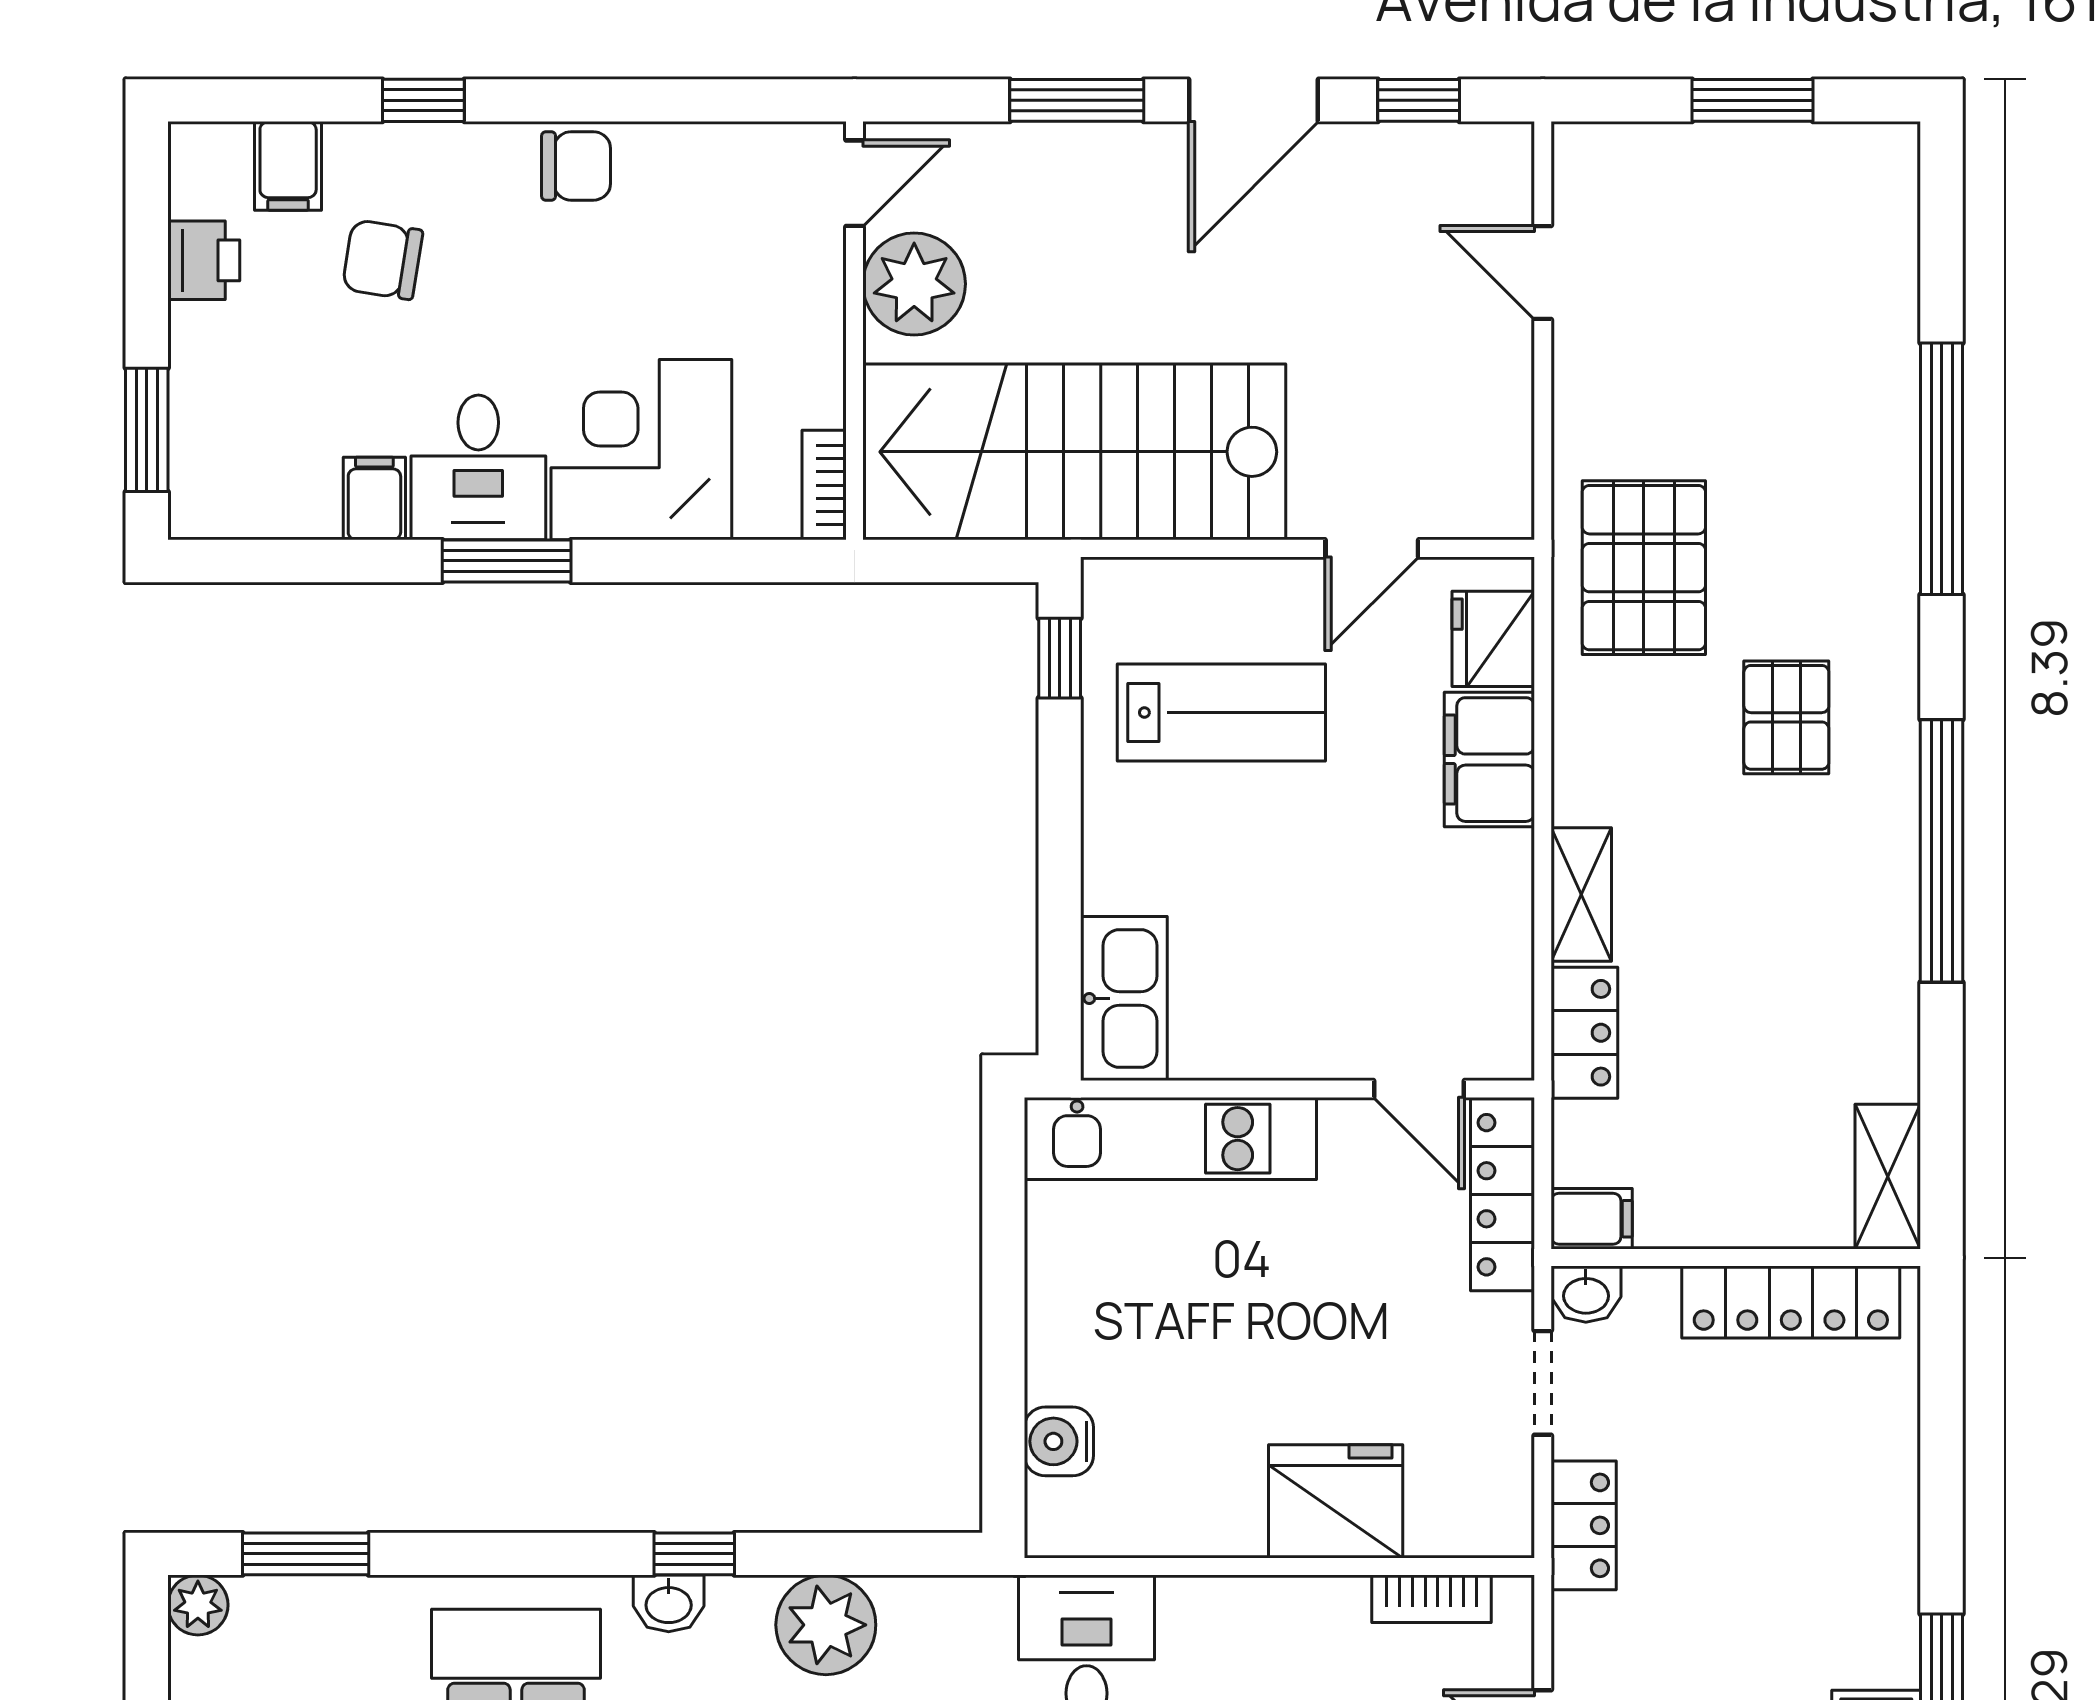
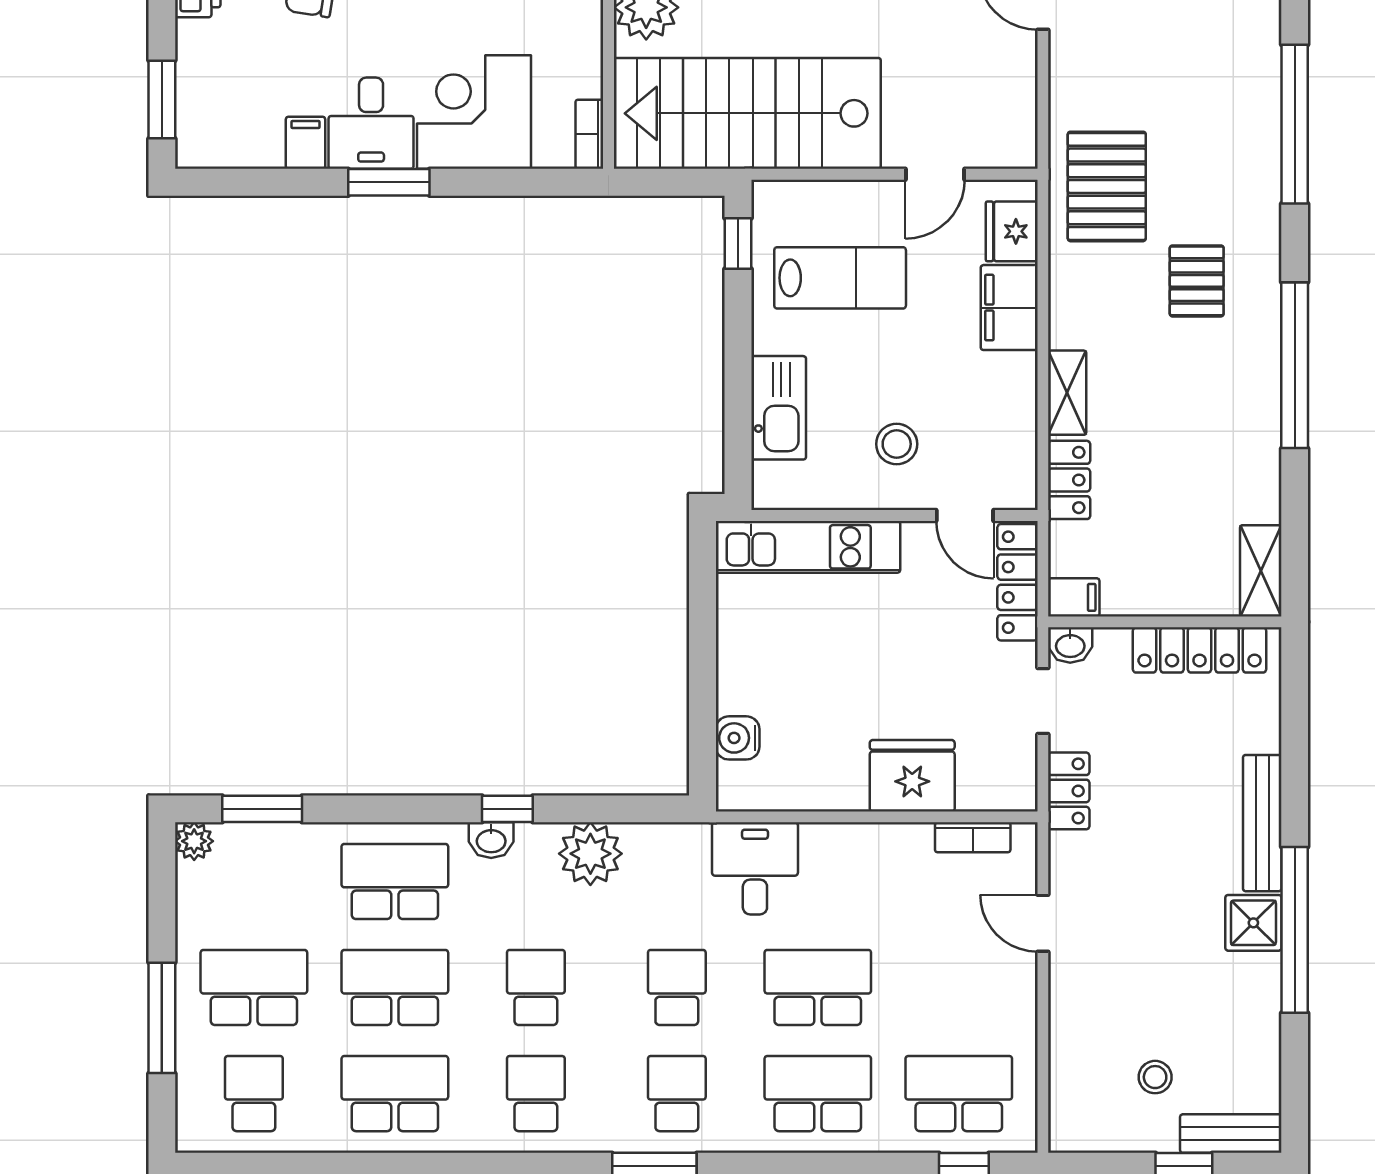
stool: (1311, 976) -> (897, 444), added
kitchen sink: (1124, 999) -> (779, 408), moved
bench: (1890, 1576) -> (1262, 823), added

